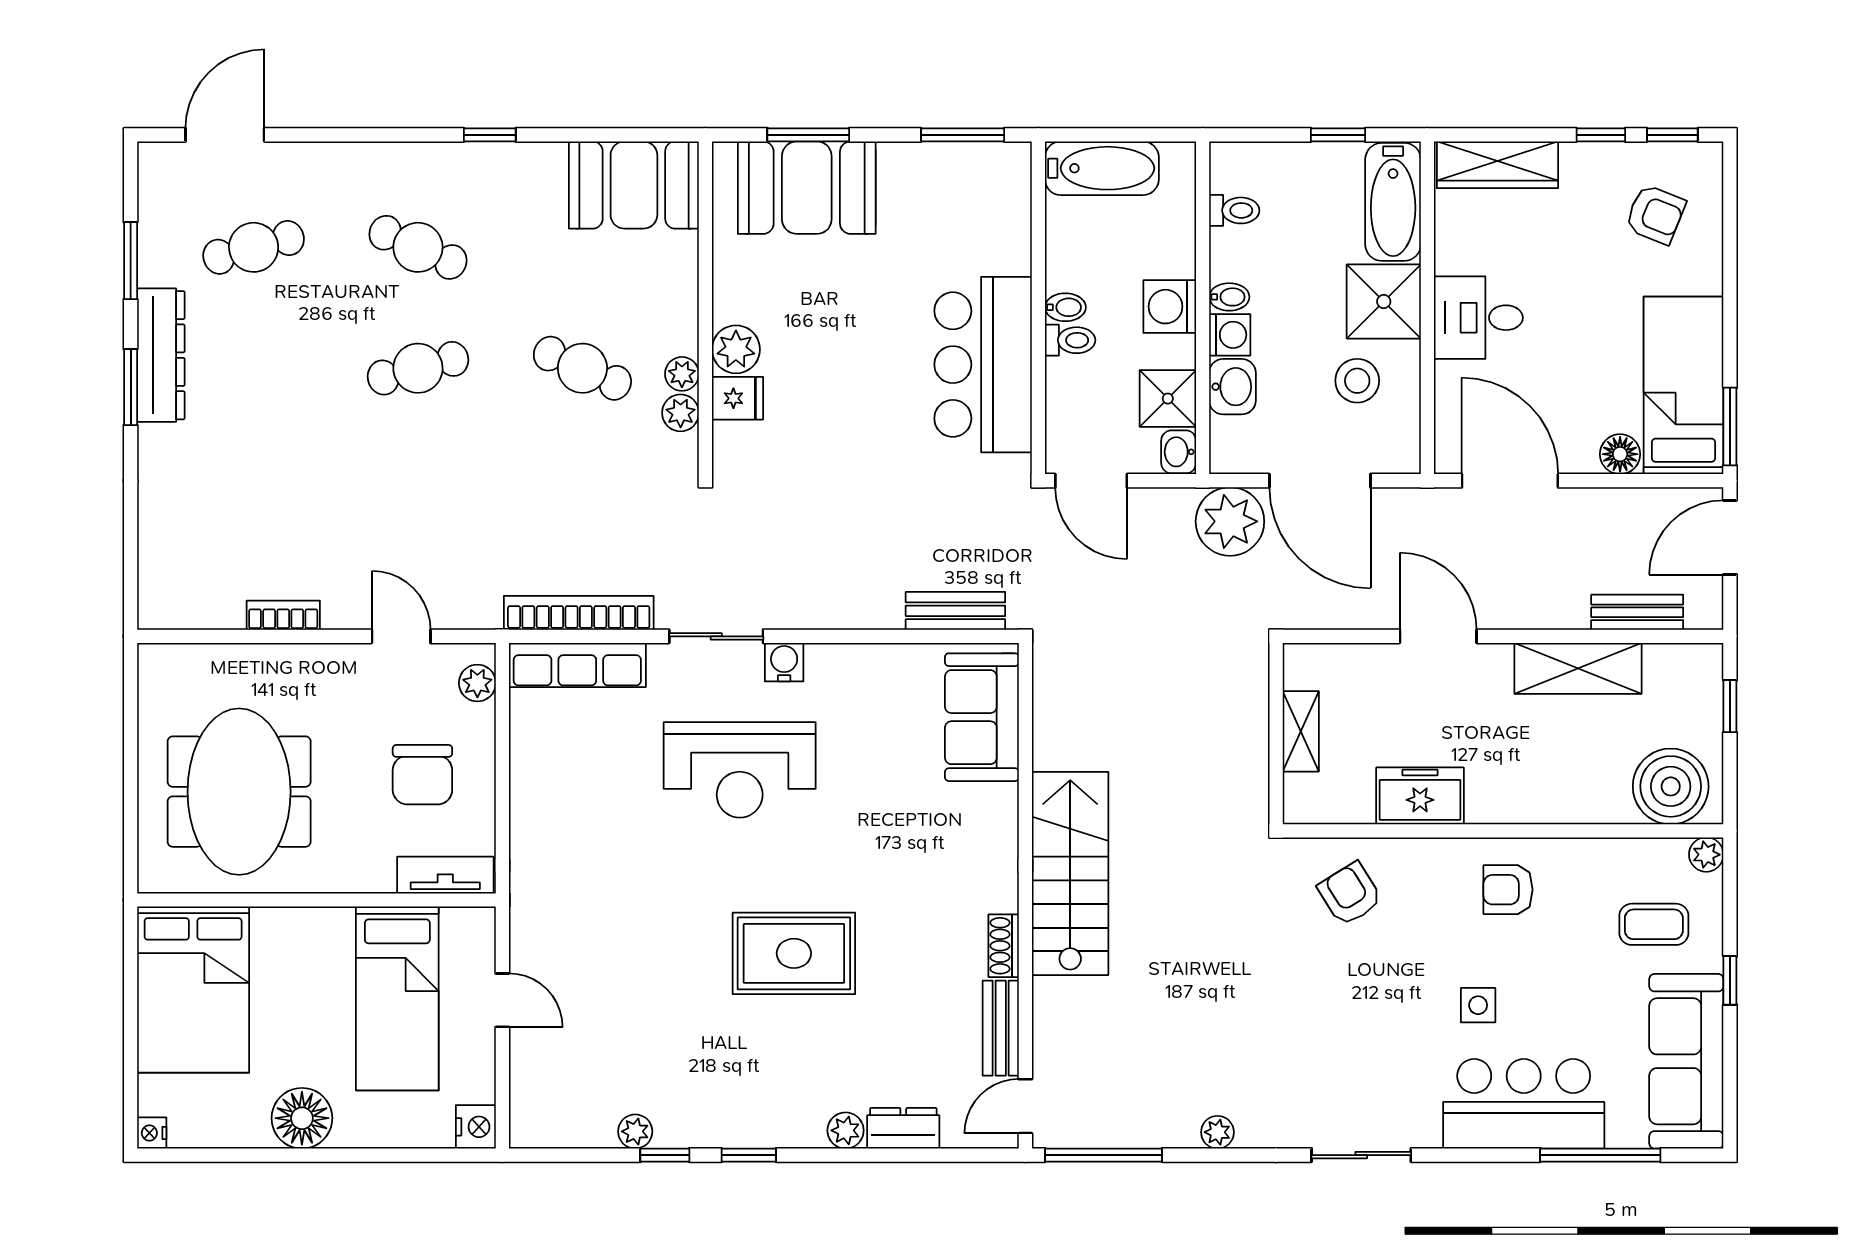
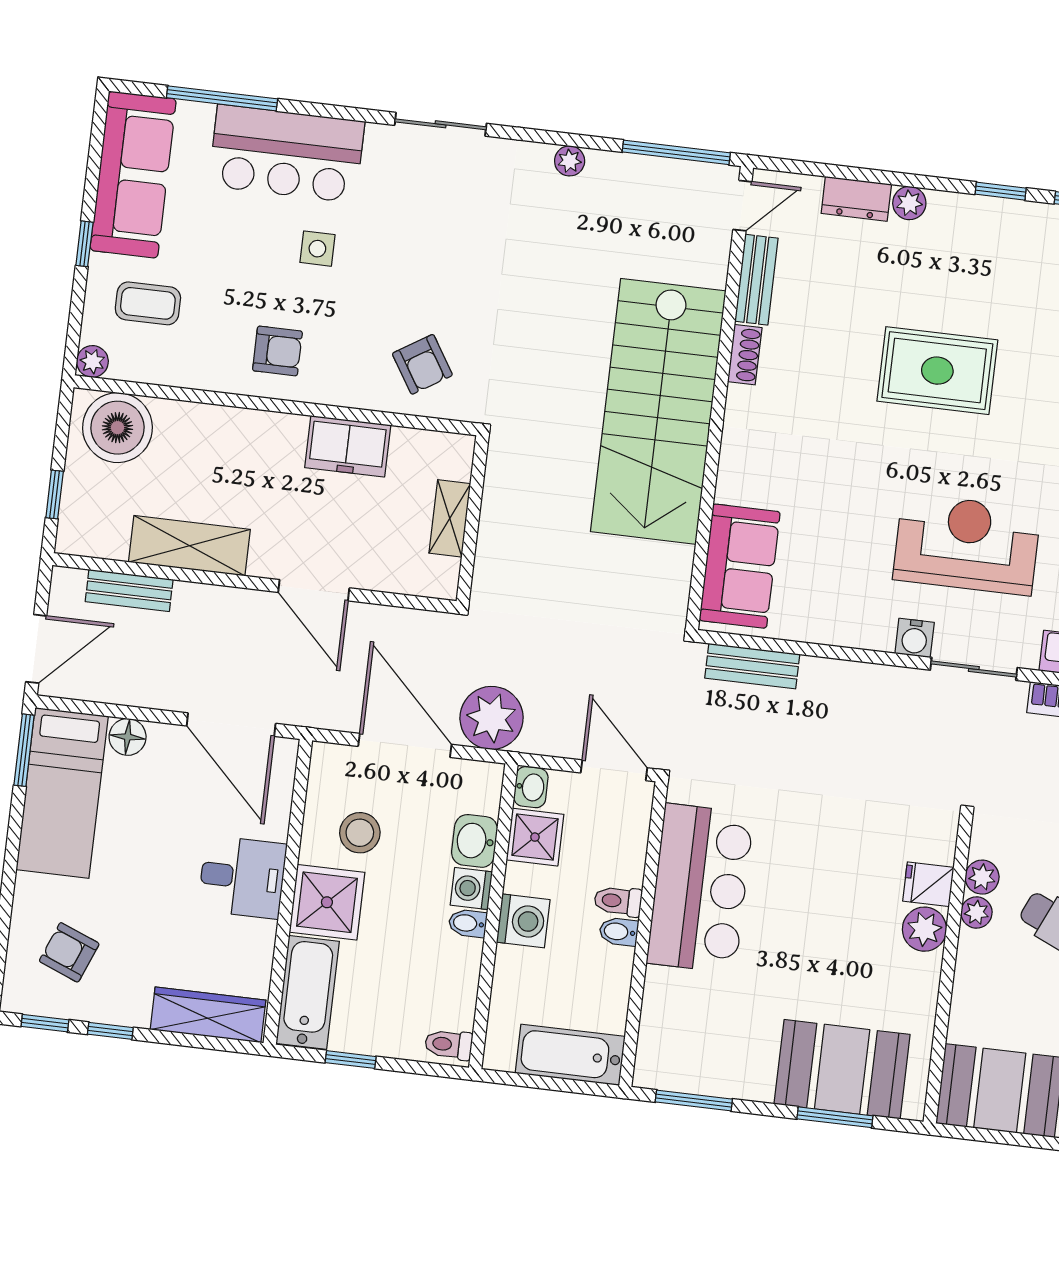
toilet: (1234, 210) -> (449, 1044), moved
stairs: (1070, 874) -> (658, 411), width x1.36, depth x1.51

